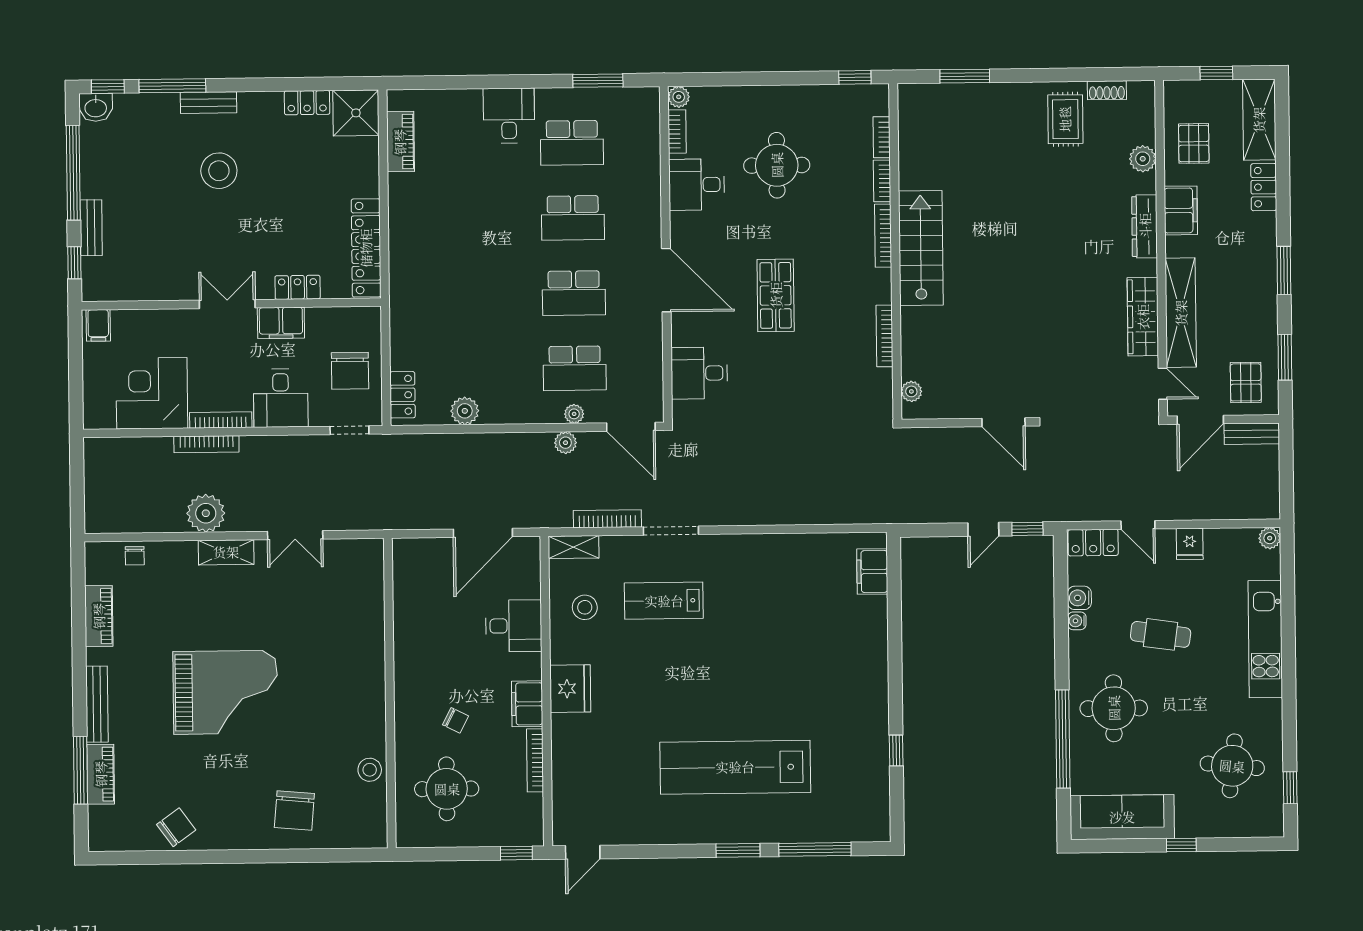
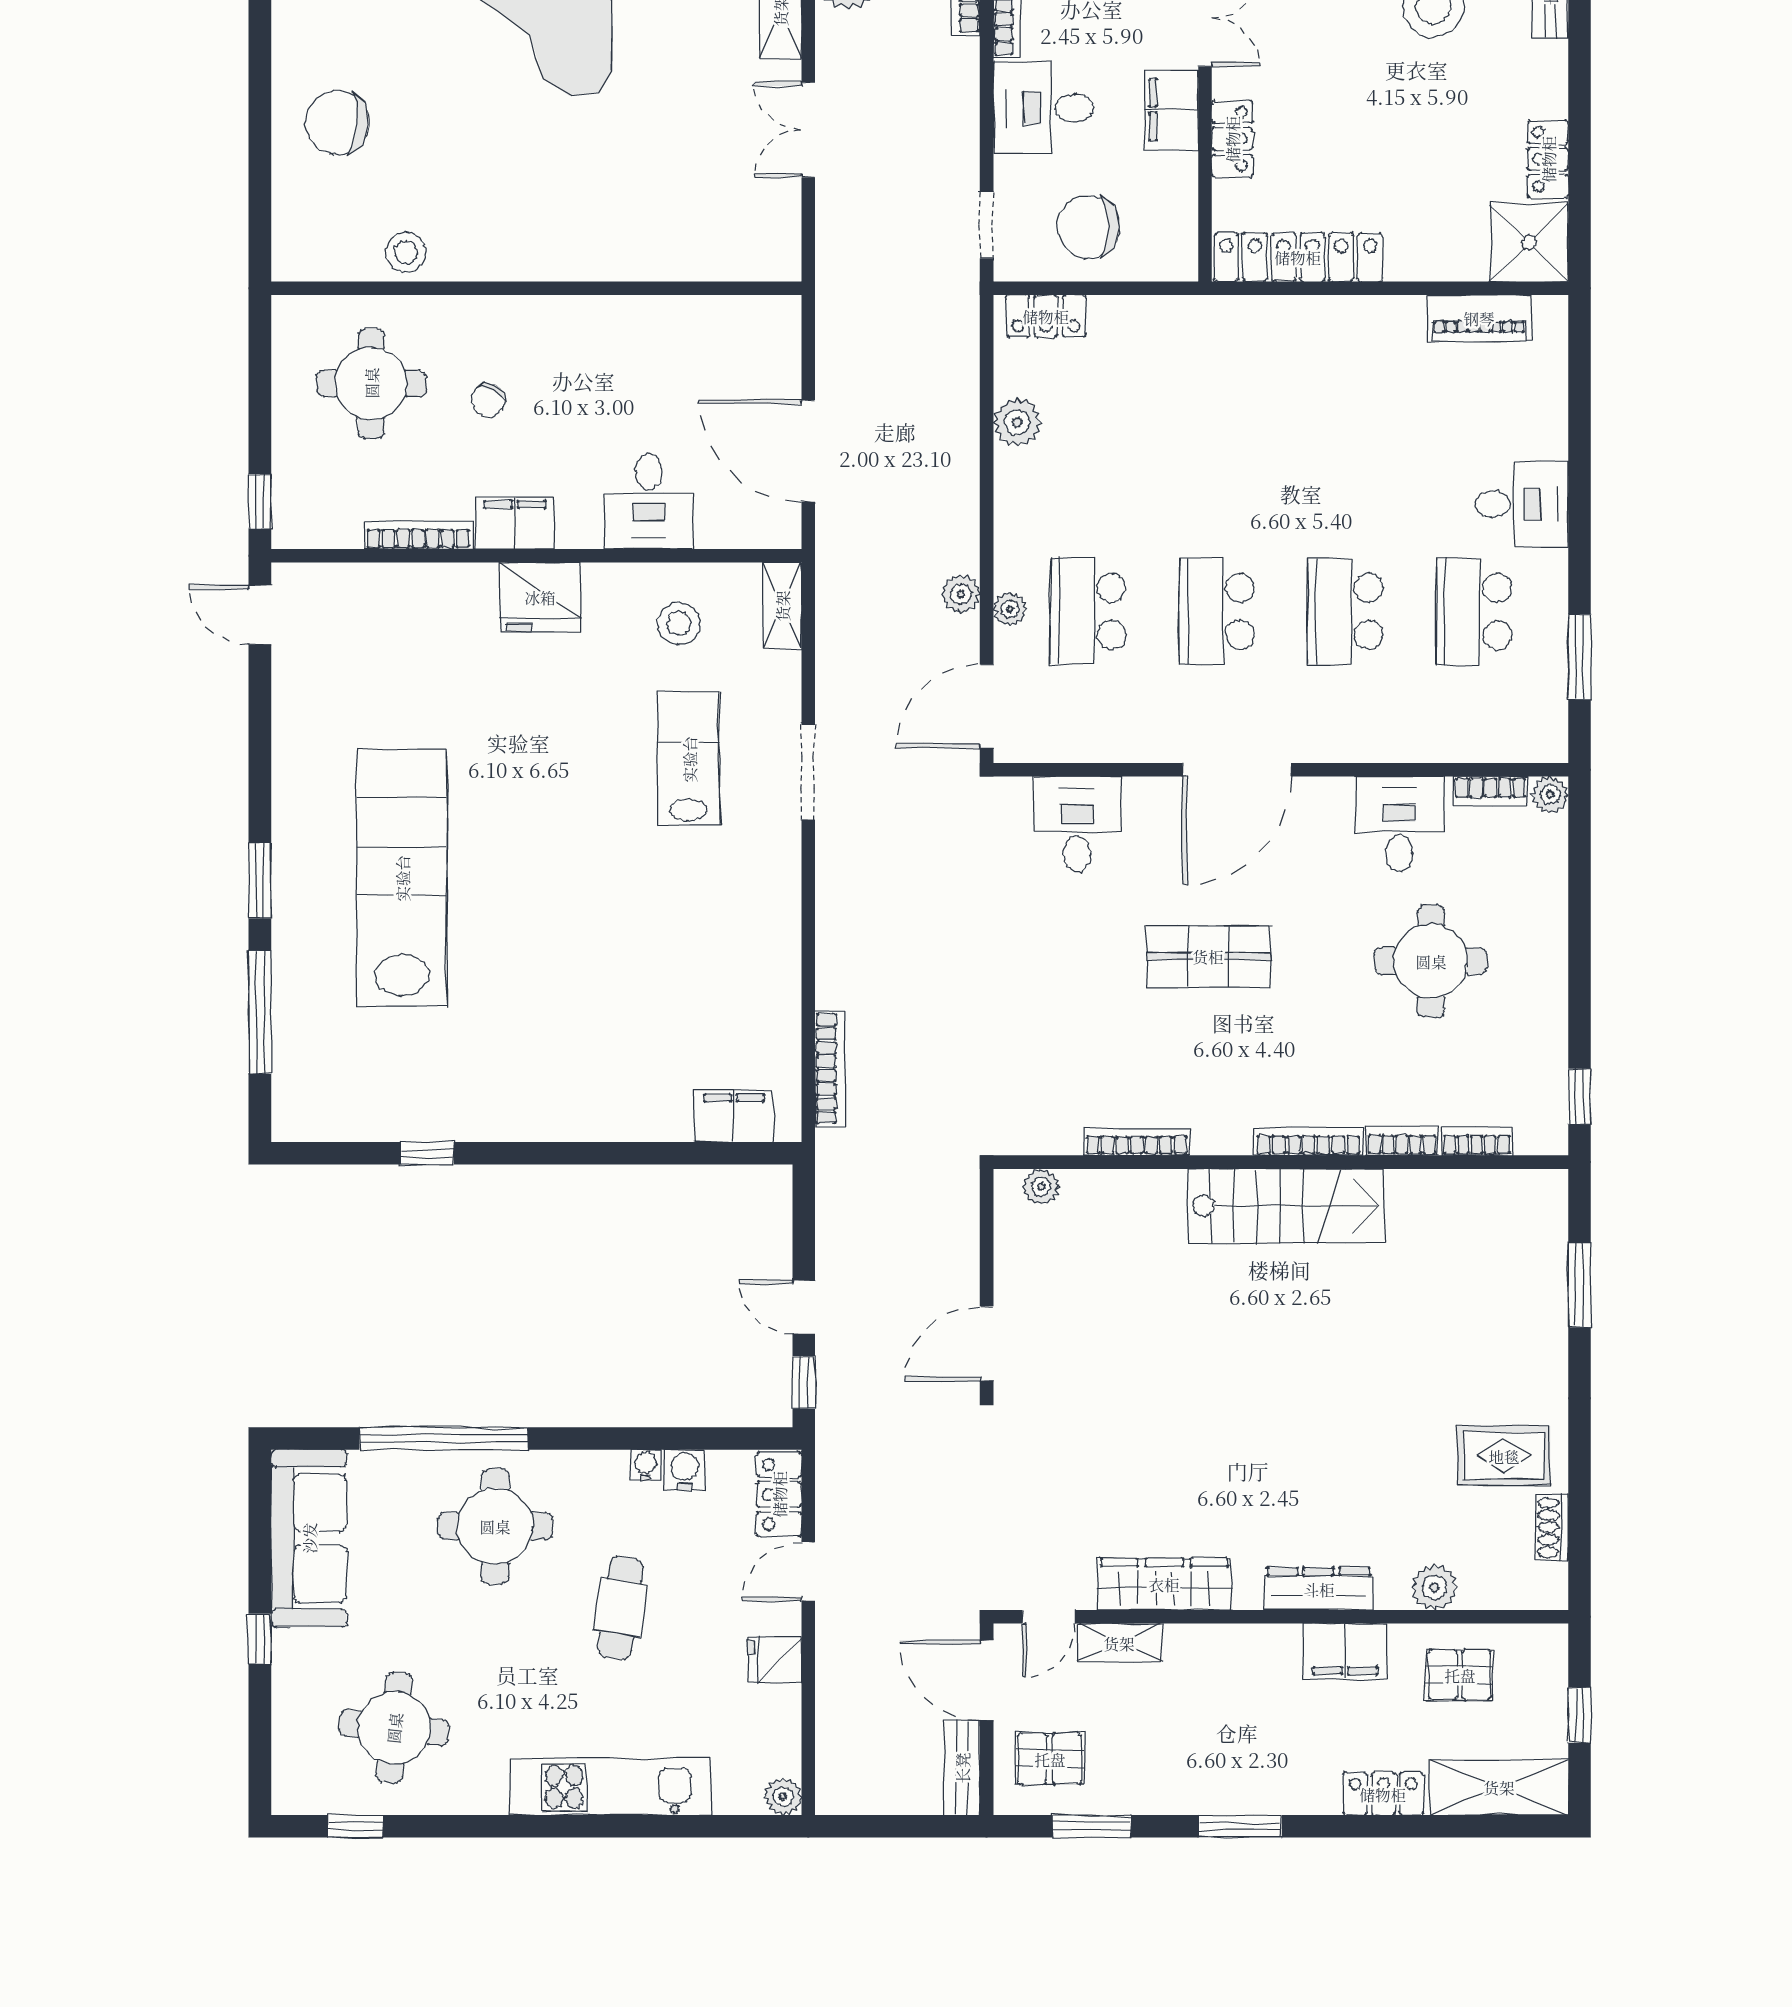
shelving: (1181, 313) -> (1119, 1643), width x0.45, depth x0.75
bookcase: (607, 519) -> (830, 1069), moved

